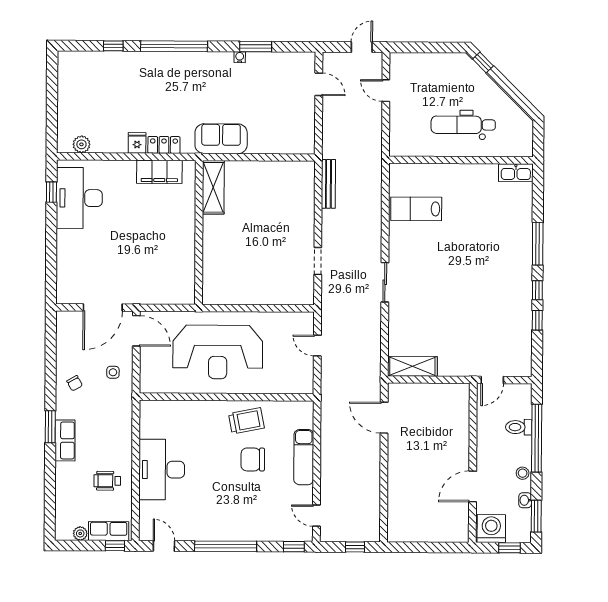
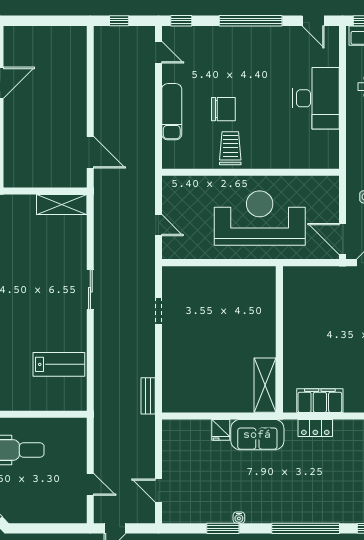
fridge: (137, 143) -> (221, 430), moved
bench: (328, 184) -> (148, 396), width x0.73
trolley: (246, 421) -> (230, 148), turned 101

